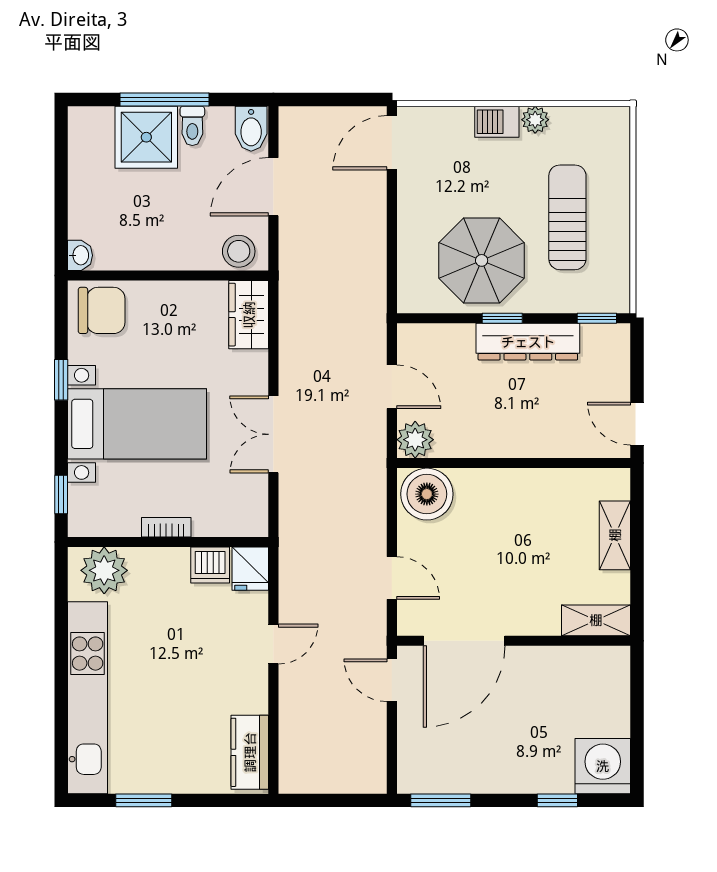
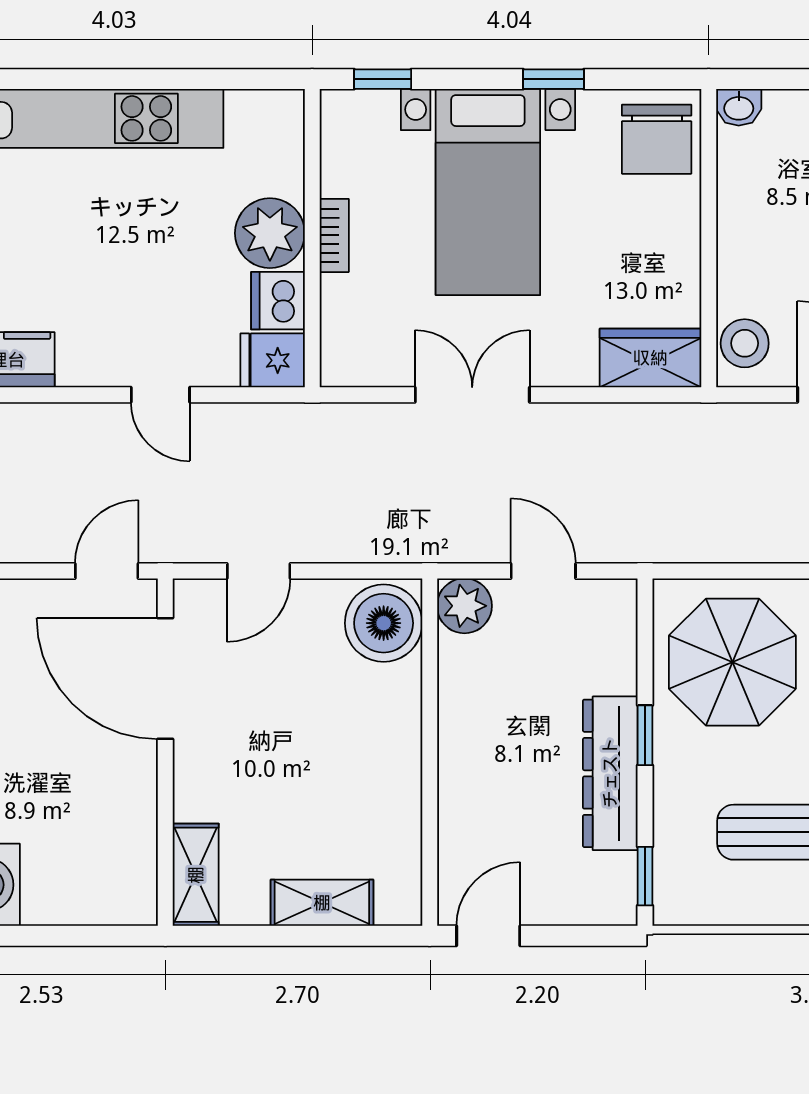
parasol: (482, 260) -> (732, 662), moved
door: (392, 387) -> (543, 571), swing flipped
plant: (104, 570) -> (270, 233), moved

